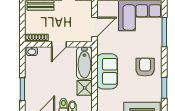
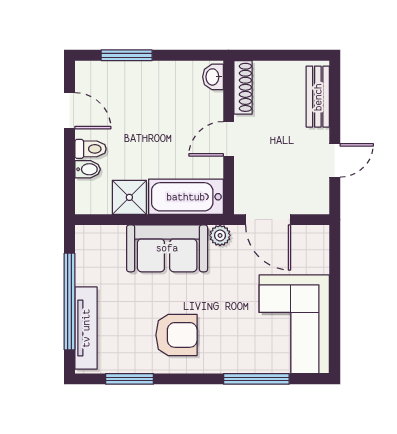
door: (59, 44) -> (229, 139), hinge flipped
plant: (101, 48) -> (220, 235), added

